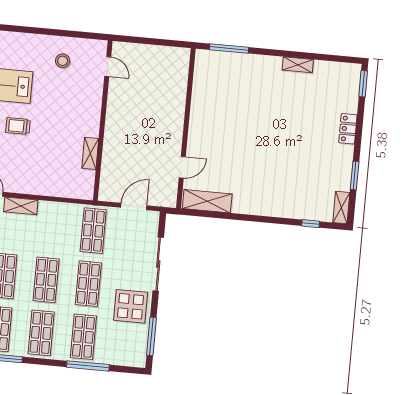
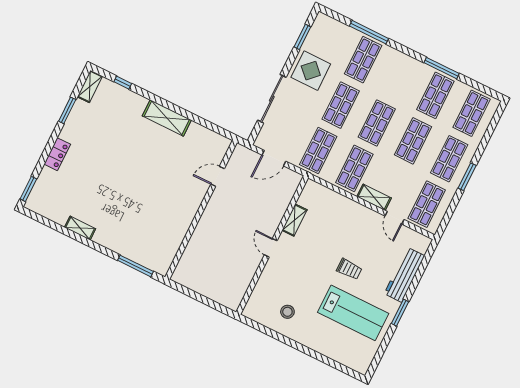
door: (108, 67) -> (271, 248), moved
shelving: (207, 201) -> (167, 118), moved
shop shelf: (41, 333) -> (354, 168), moved
window: (152, 336) -> (302, 37), width x0.69

